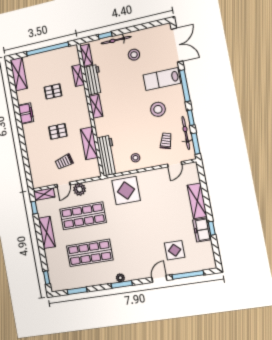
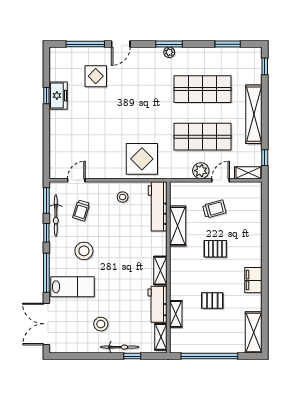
shelving: (197, 201) -> (58, 131), removed
shelving: (47, 232) -> (254, 114), width x1.47

